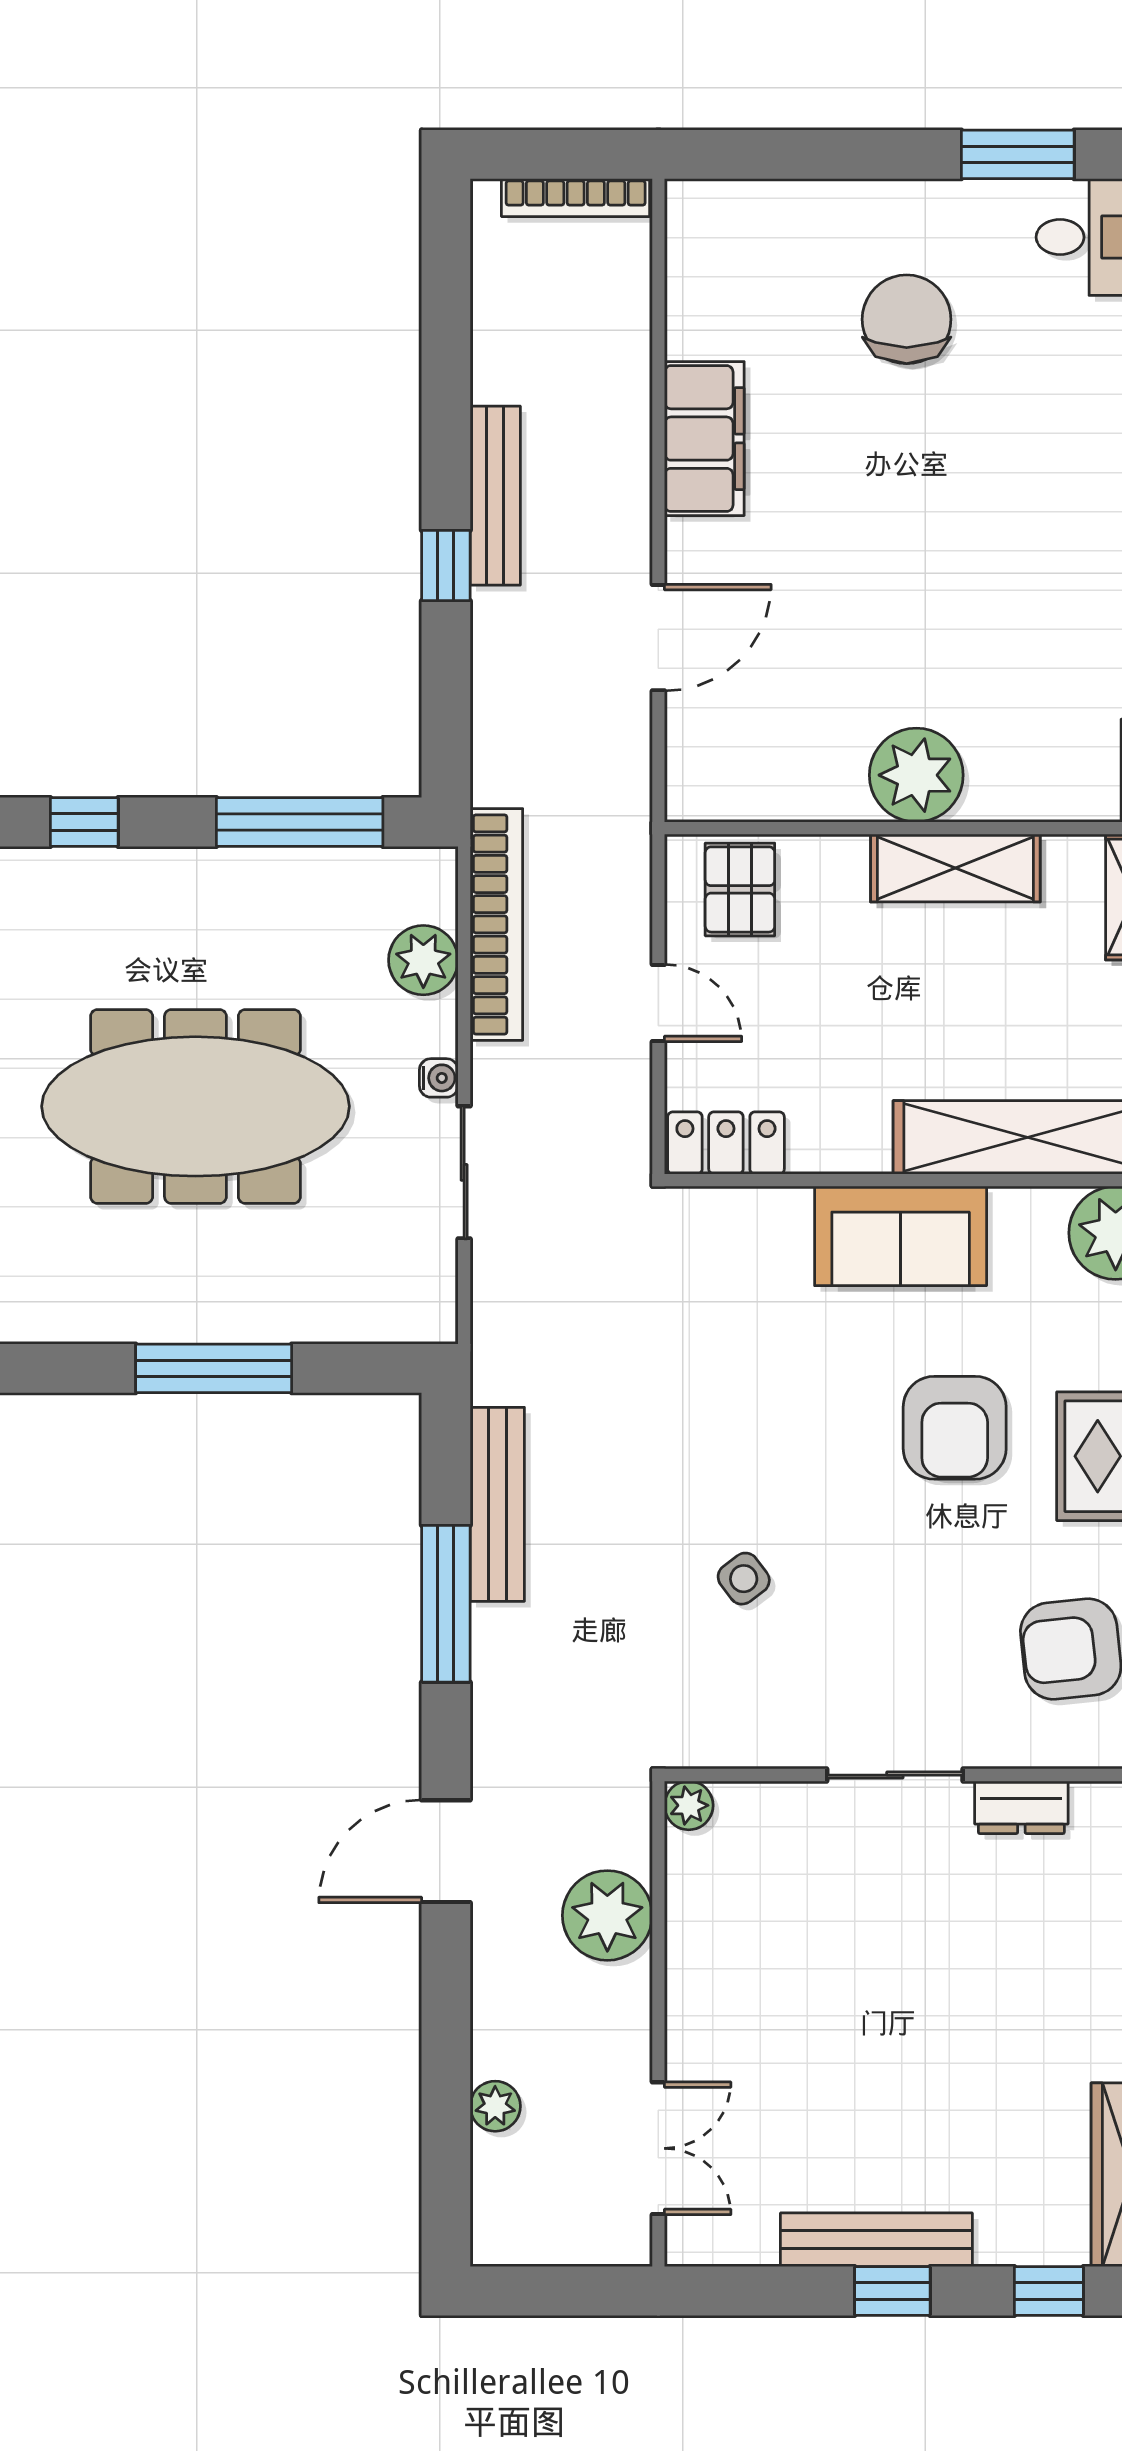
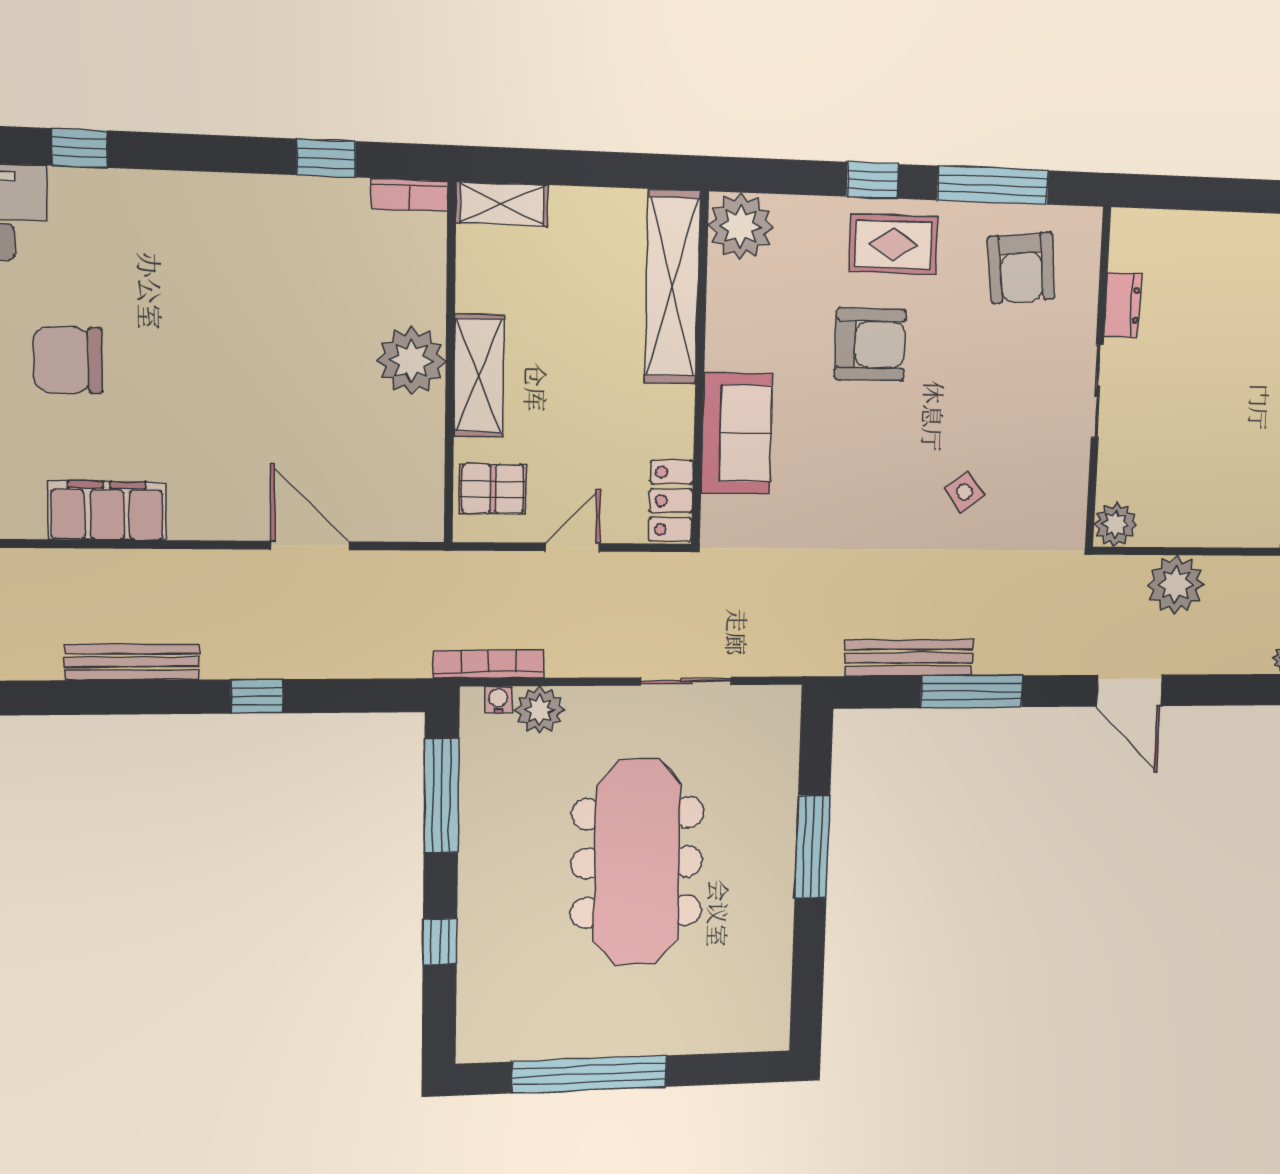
filing cabinet: (704, 439) -> (107, 511), moved
bench: (495, 496) -> (132, 662), moved
shelving: (955, 868) -> (479, 375), moved
bookcase: (496, 924) -> (489, 664), width x0.68, depth x0.76
water cooler: (439, 1078) -> (498, 700), moved
sofa: (901, 1236) -> (737, 433), moved
plant: (689, 1805) -> (1115, 524), width x1.38, depth x1.38

